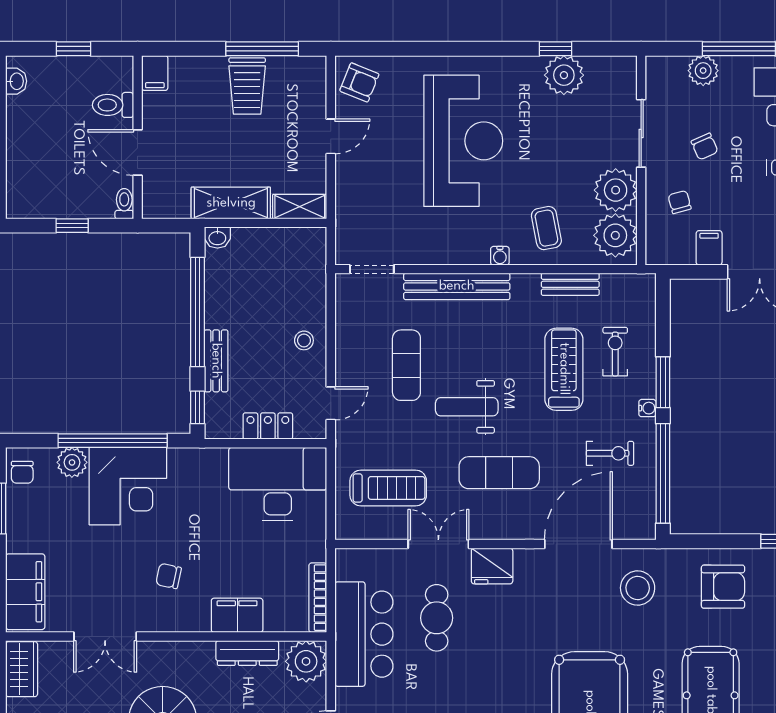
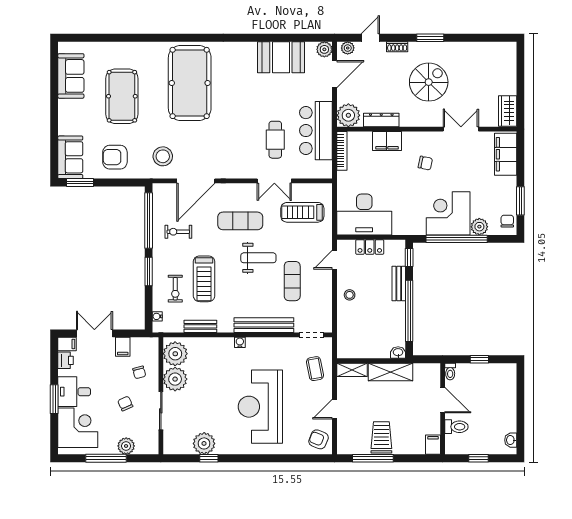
coffee table: (546, 228) -> (315, 369), moved
water cooler: (647, 408) -> (157, 316), moved
fridge: (492, 566) -> (244, 169), removed

